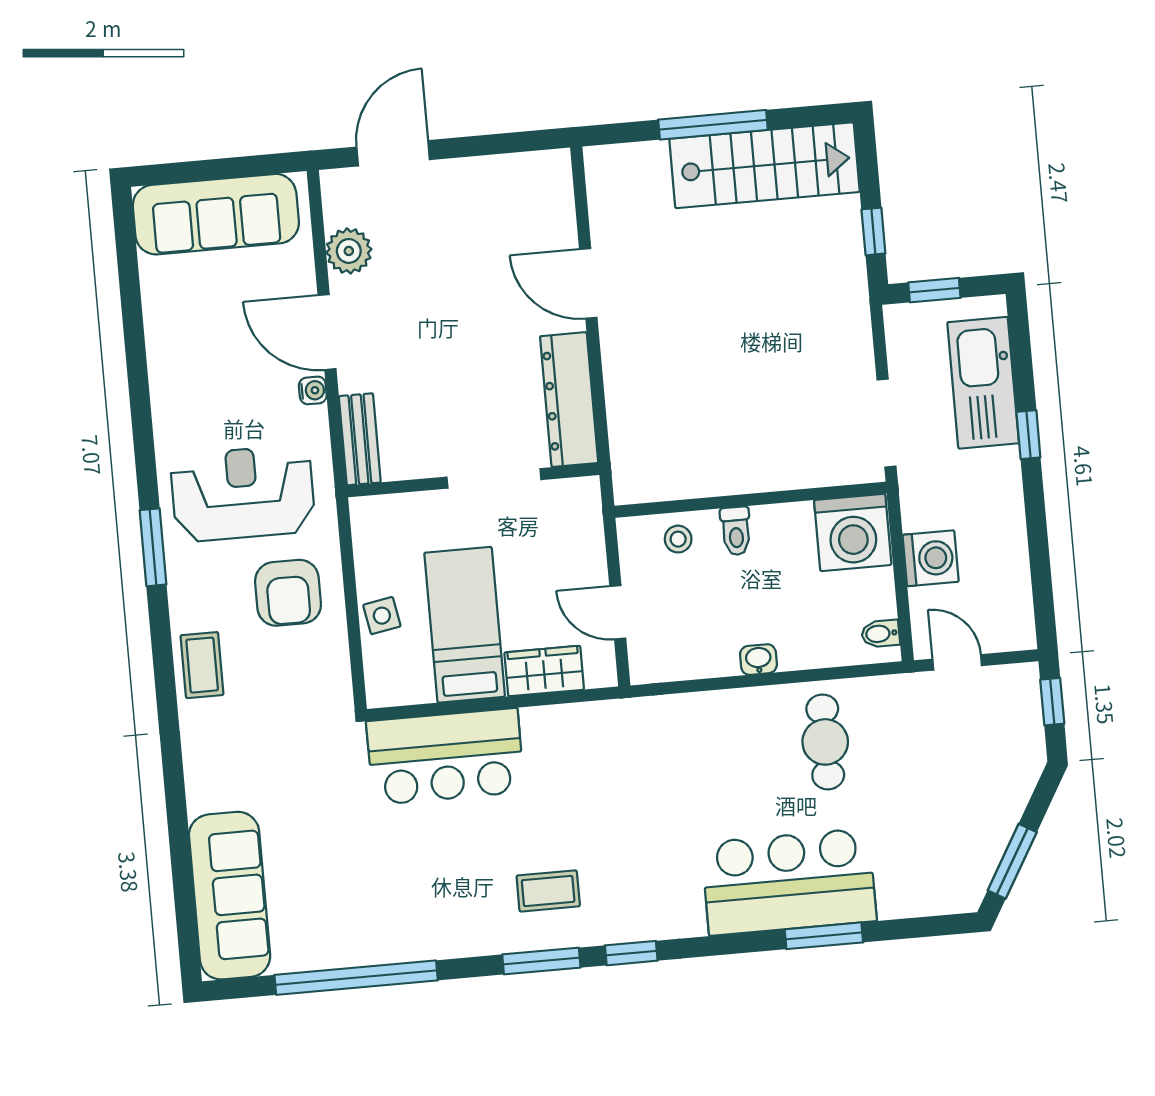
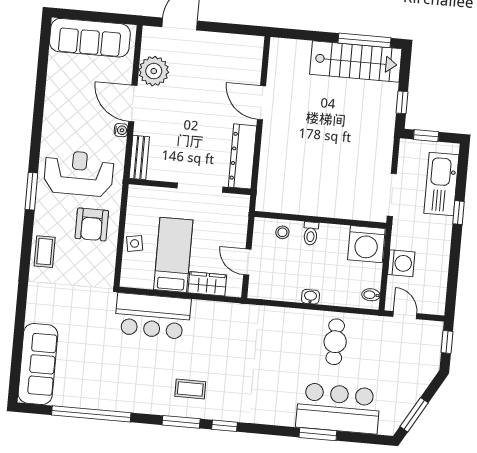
window: (713, 125) -> (364, 40), moved
plant: (349, 251) -> (154, 71), width x1.36, depth x1.36
bar counter: (789, 882) -> (338, 408), moved

